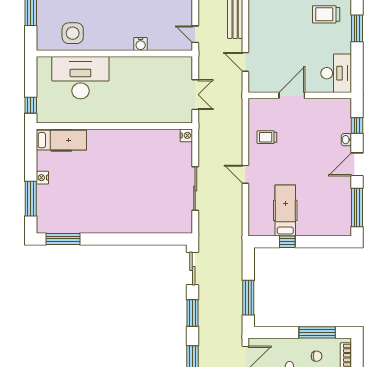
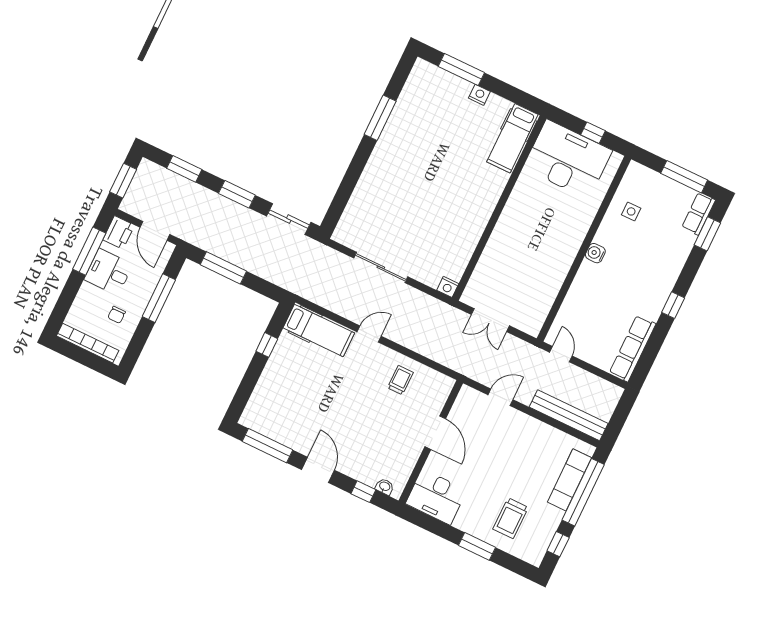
trolley: (326, 14) -> (511, 518), turned 180
side table: (73, 33) -> (631, 211), width x0.54, depth x0.54
door: (195, 34) -> (561, 354), hinge flipped
water cooler: (141, 44) -> (595, 253), moved
desk: (80, 78) -> (568, 159), moved, turned -90
window: (31, 105) -> (593, 133), moved
washbasin: (346, 140) -> (385, 487), moved
hospital bed: (285, 210) -> (319, 330), moved
window: (63, 239) -> (380, 118), moved
window: (317, 332) -> (159, 298), moved

